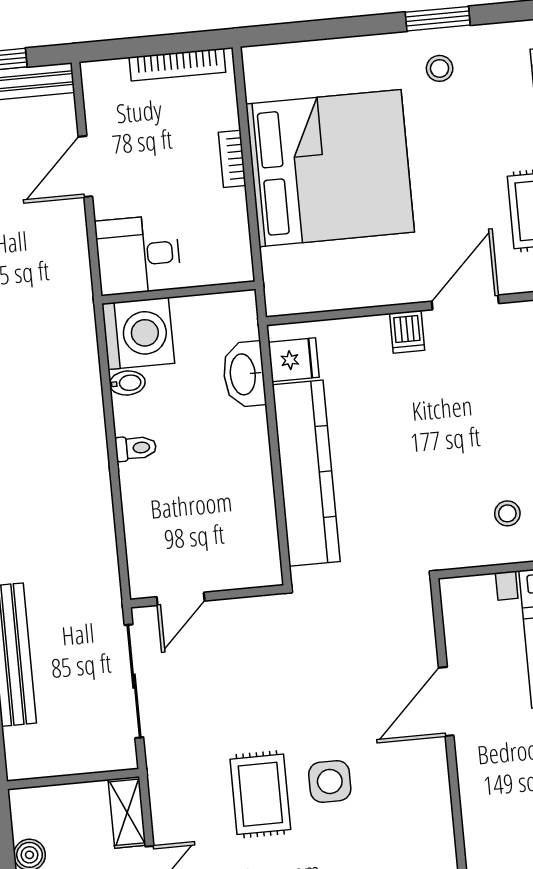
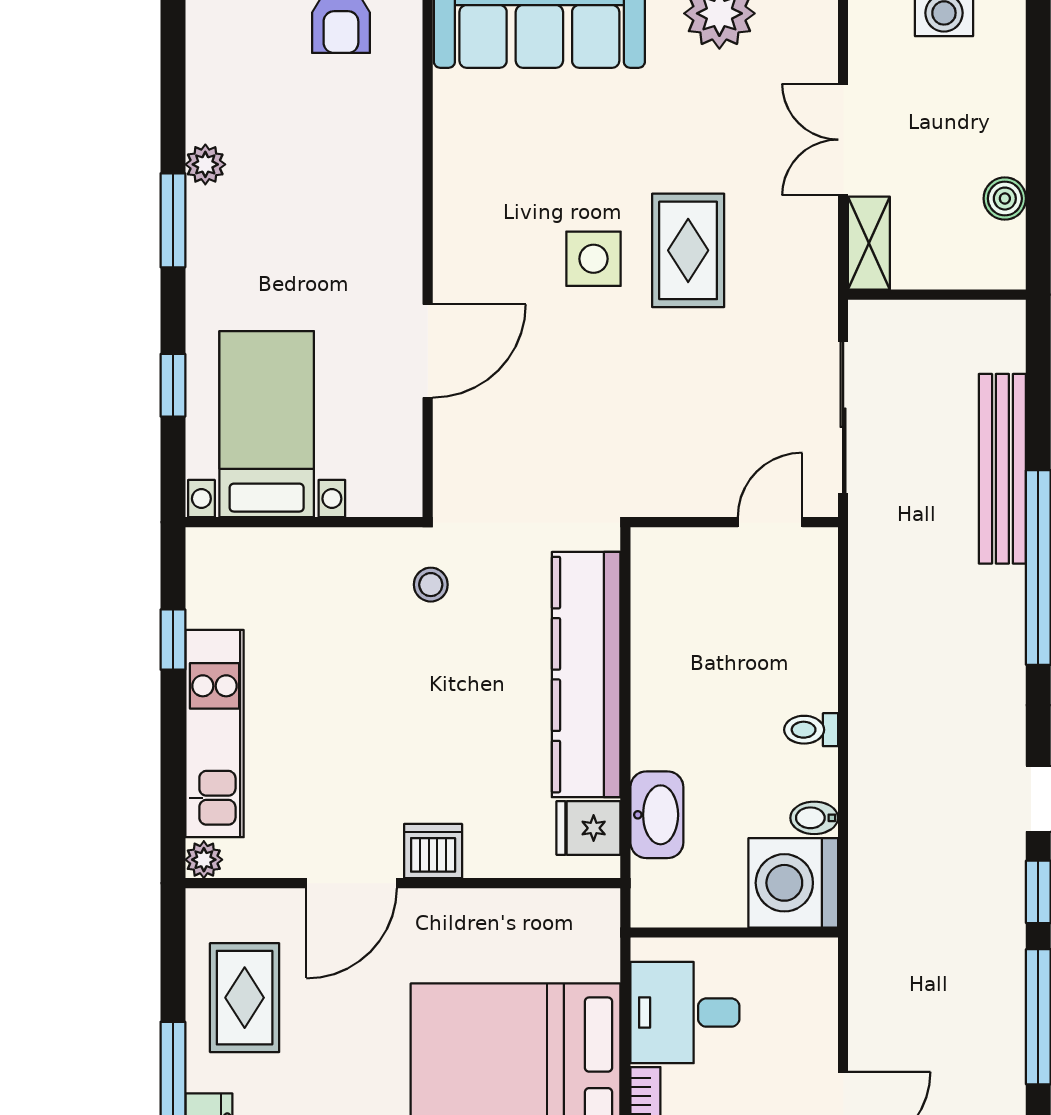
desk: (138, 255) -> (685, 1013), moved, turned 180
dishwasher: (407, 332) -> (433, 851), width x1.38
stool: (507, 513) -> (431, 585), moved

